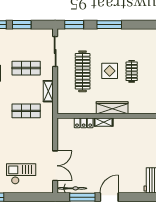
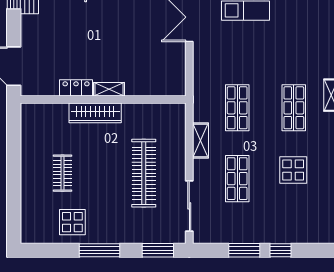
shop shelf: (26, 68) -> (237, 179), turned 90
display table: (110, 71) -> (72, 222), moved
shop shelf: (26, 111) -> (237, 108), turned 90
locker: (84, 123) -> (76, 88), moved

